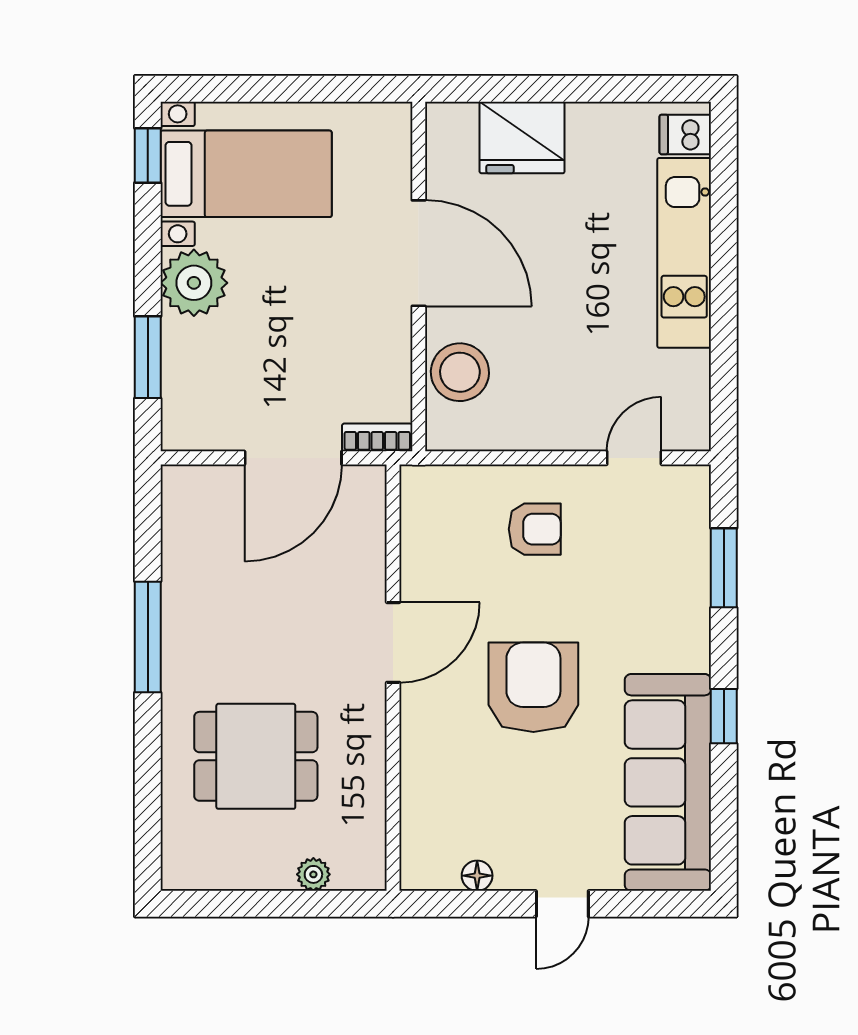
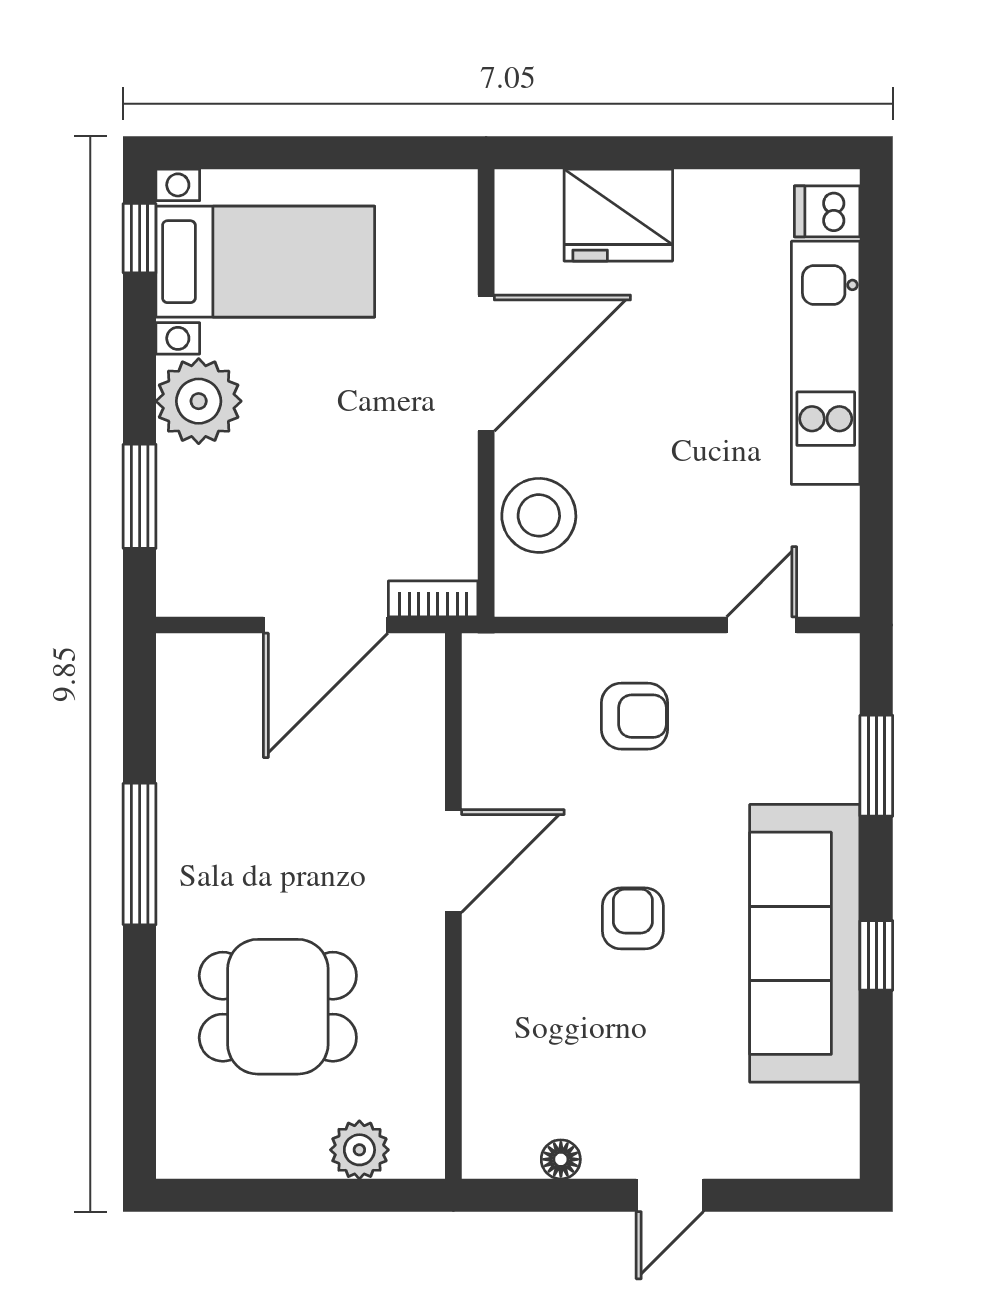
door: (419, 253) -> (486, 363), hinge flipped
armchair: (533, 687) -> (633, 918), width x0.53, depth x0.53
sofa: (668, 782) -> (805, 943), moved
plant: (313, 874) -> (359, 1150), width x1.38, depth x1.38

